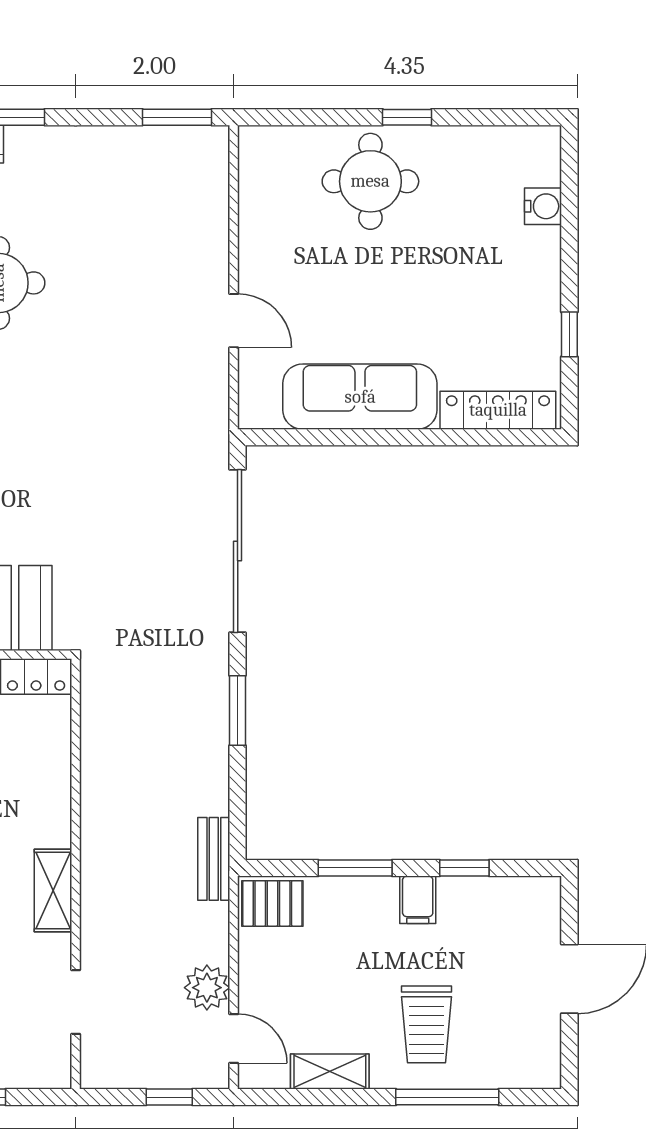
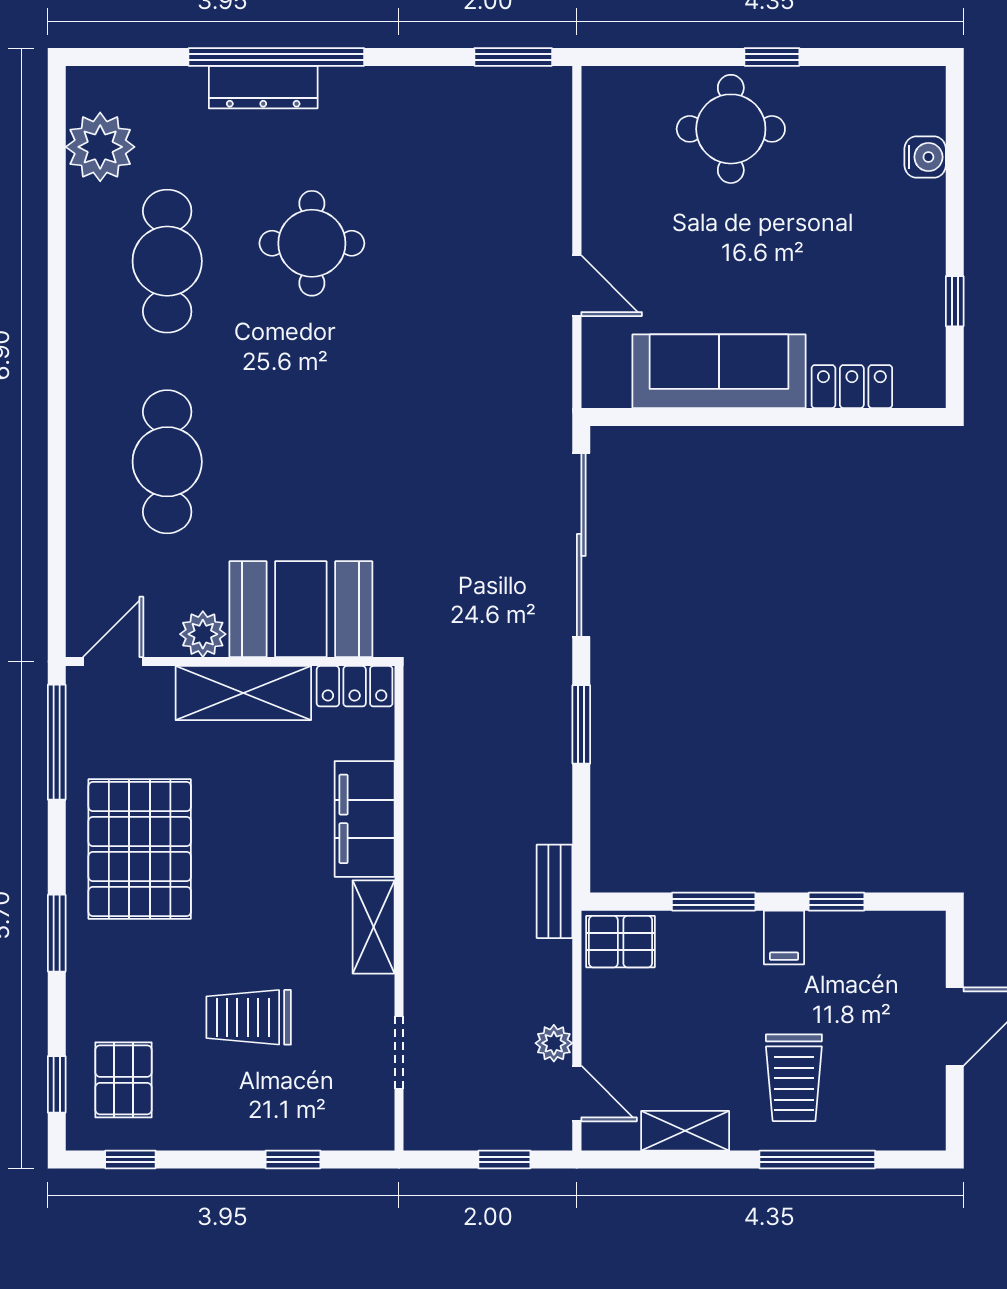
locker: (498, 410) -> (852, 387), width x0.66
filing cabinet: (45, 794) -> (365, 819), added
plant: (207, 988) -> (554, 1043), width x0.73, depth x0.73

